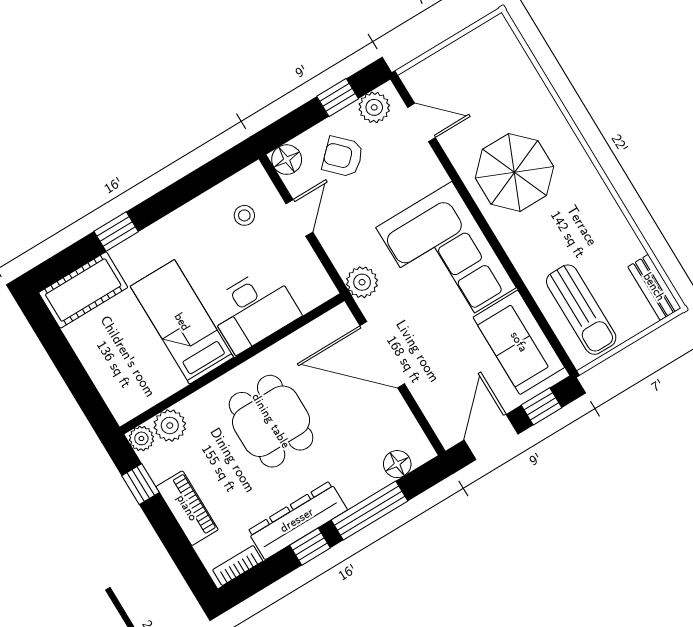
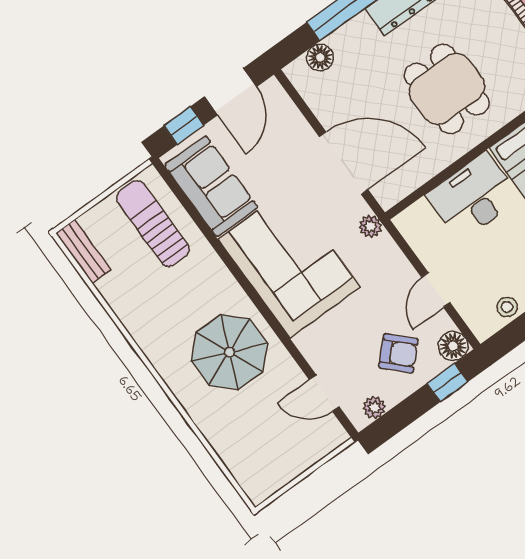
window: (338, 97) -> (447, 383), moved
plant: (374, 107) -> (374, 408), width x0.73, depth x0.73
stool: (244, 215) -> (507, 307), moved
plant: (362, 282) -> (370, 226), width x0.73, depth x0.73

